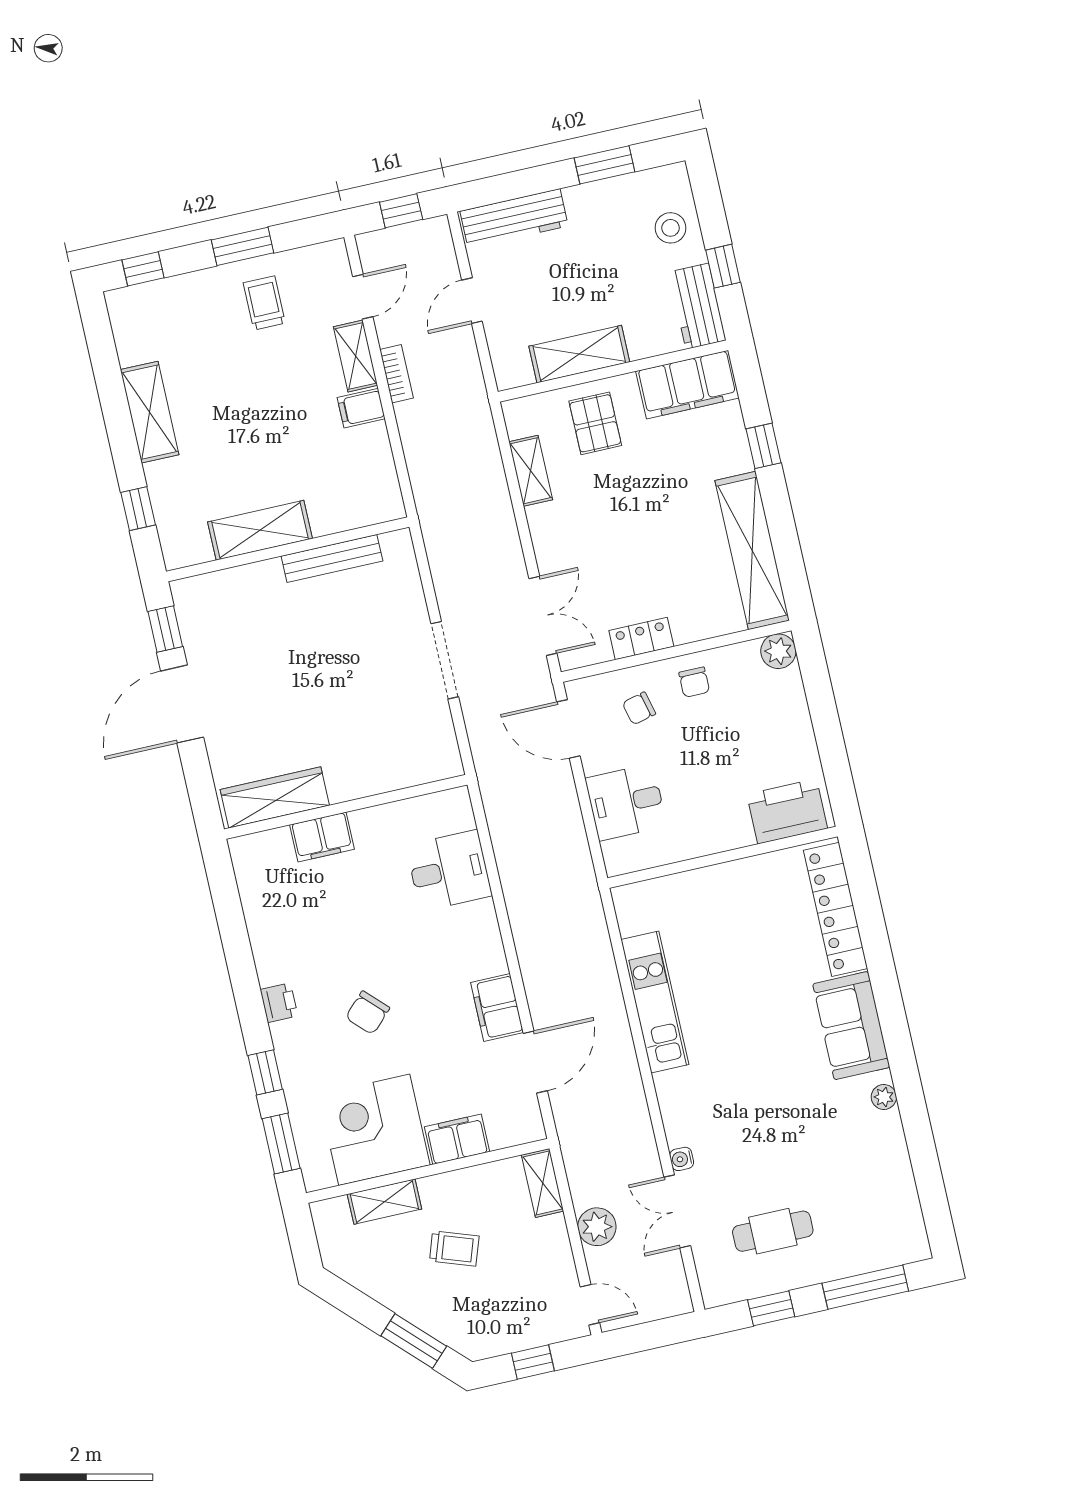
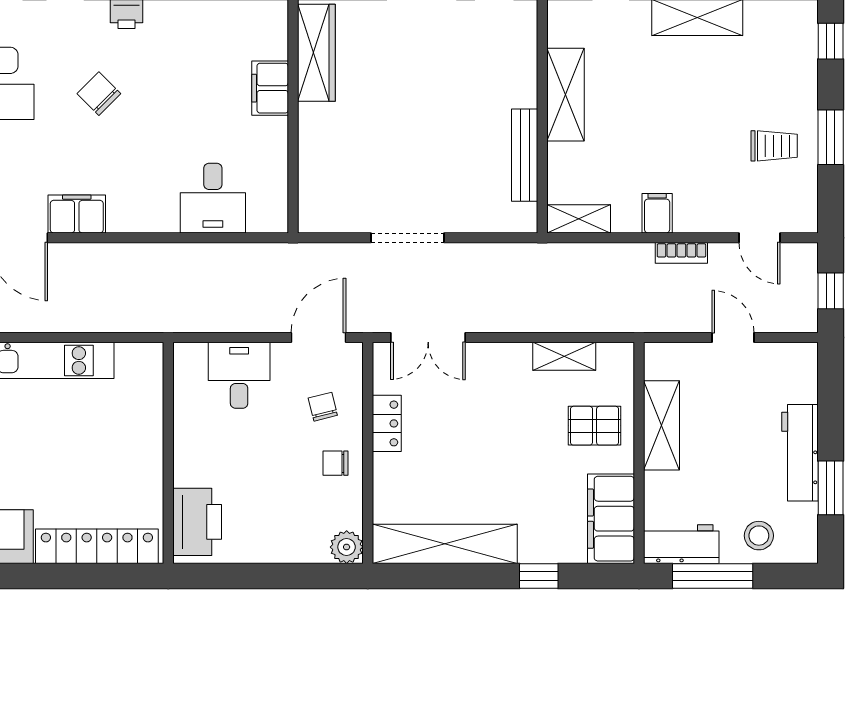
workbench: (514, 219) -> (800, 453), moved
window: (723, 266) -> (713, 576), width x2.17
shelving: (356, 356) -> (579, 219), moved

